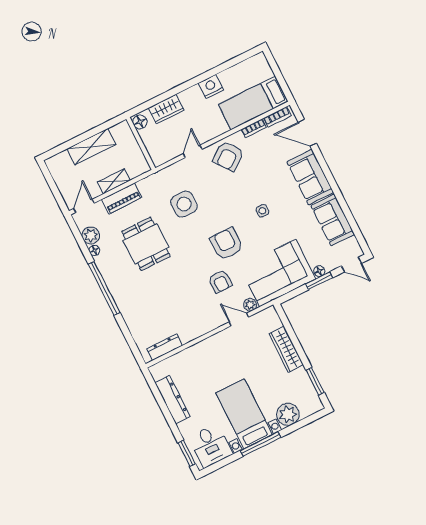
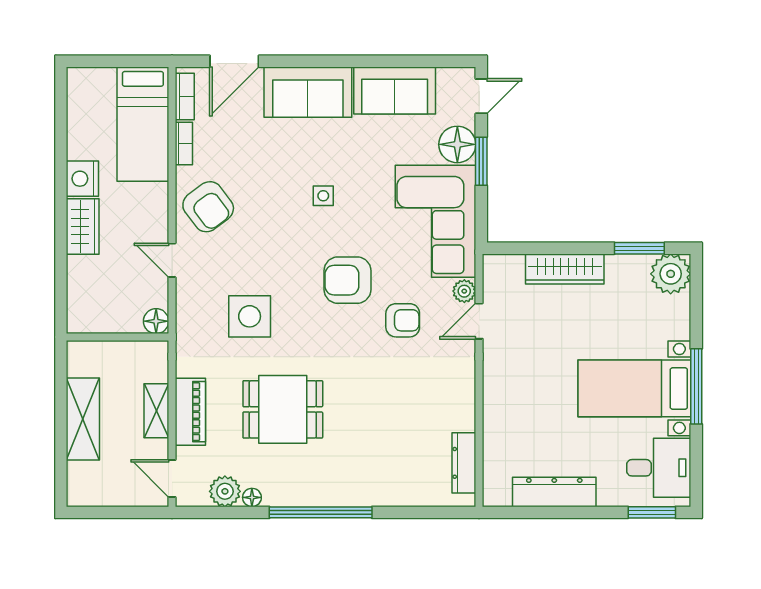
wardrobe: (166, 109) -> (83, 227), moved
floor lamp: (140, 122) -> (156, 321), moved
floor lamp: (319, 271) -> (457, 144), width x1.89, depth x1.89
plant: (288, 414) -> (671, 274), moved

